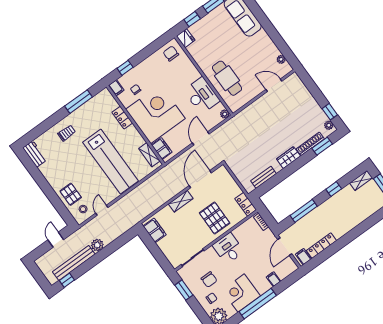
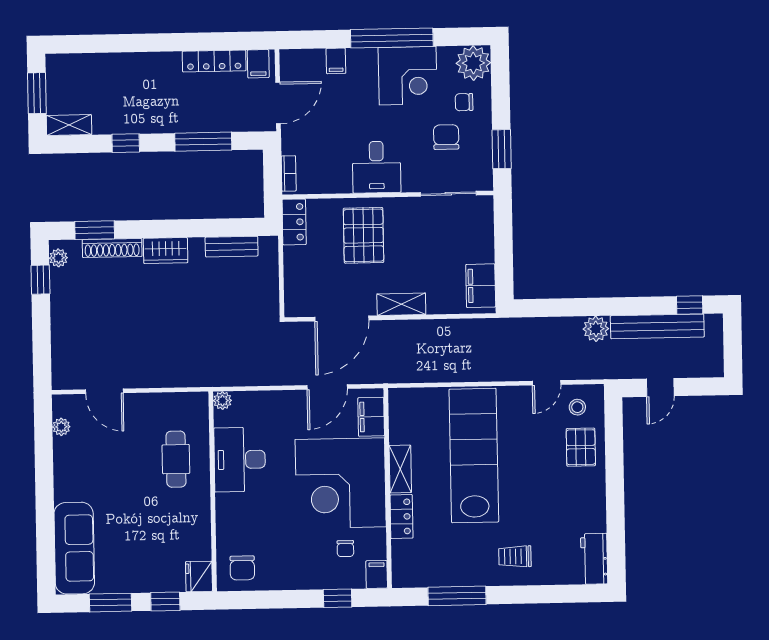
cafe table: (227, 78) -> (176, 459), width x0.73, depth x0.74
door: (201, 138) -> (327, 387), moved
shelving: (149, 155) -> (400, 469), moved

